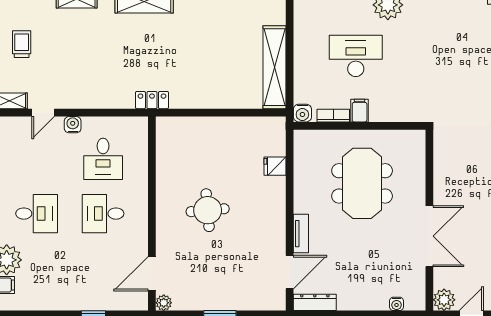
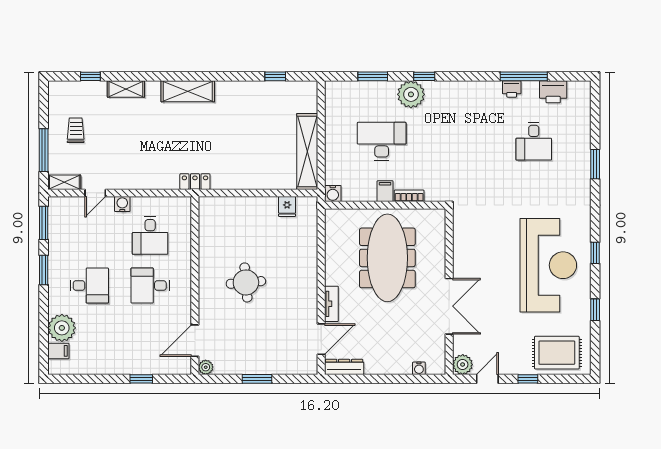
bookcase: (333, 116) -> (409, 196), moved
fridge: (275, 166) -> (287, 207), moved, turned -90
meeting table: (362, 183) -> (387, 258), width x1.36

